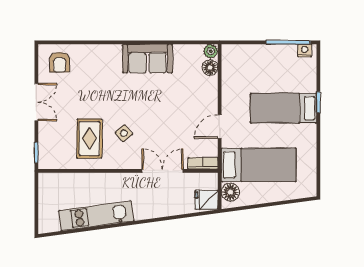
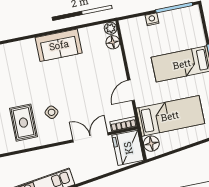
nightstand: (305, 50) -> (152, 19), moved
fridge: (206, 200) -> (128, 148), width x1.88, depth x1.34

